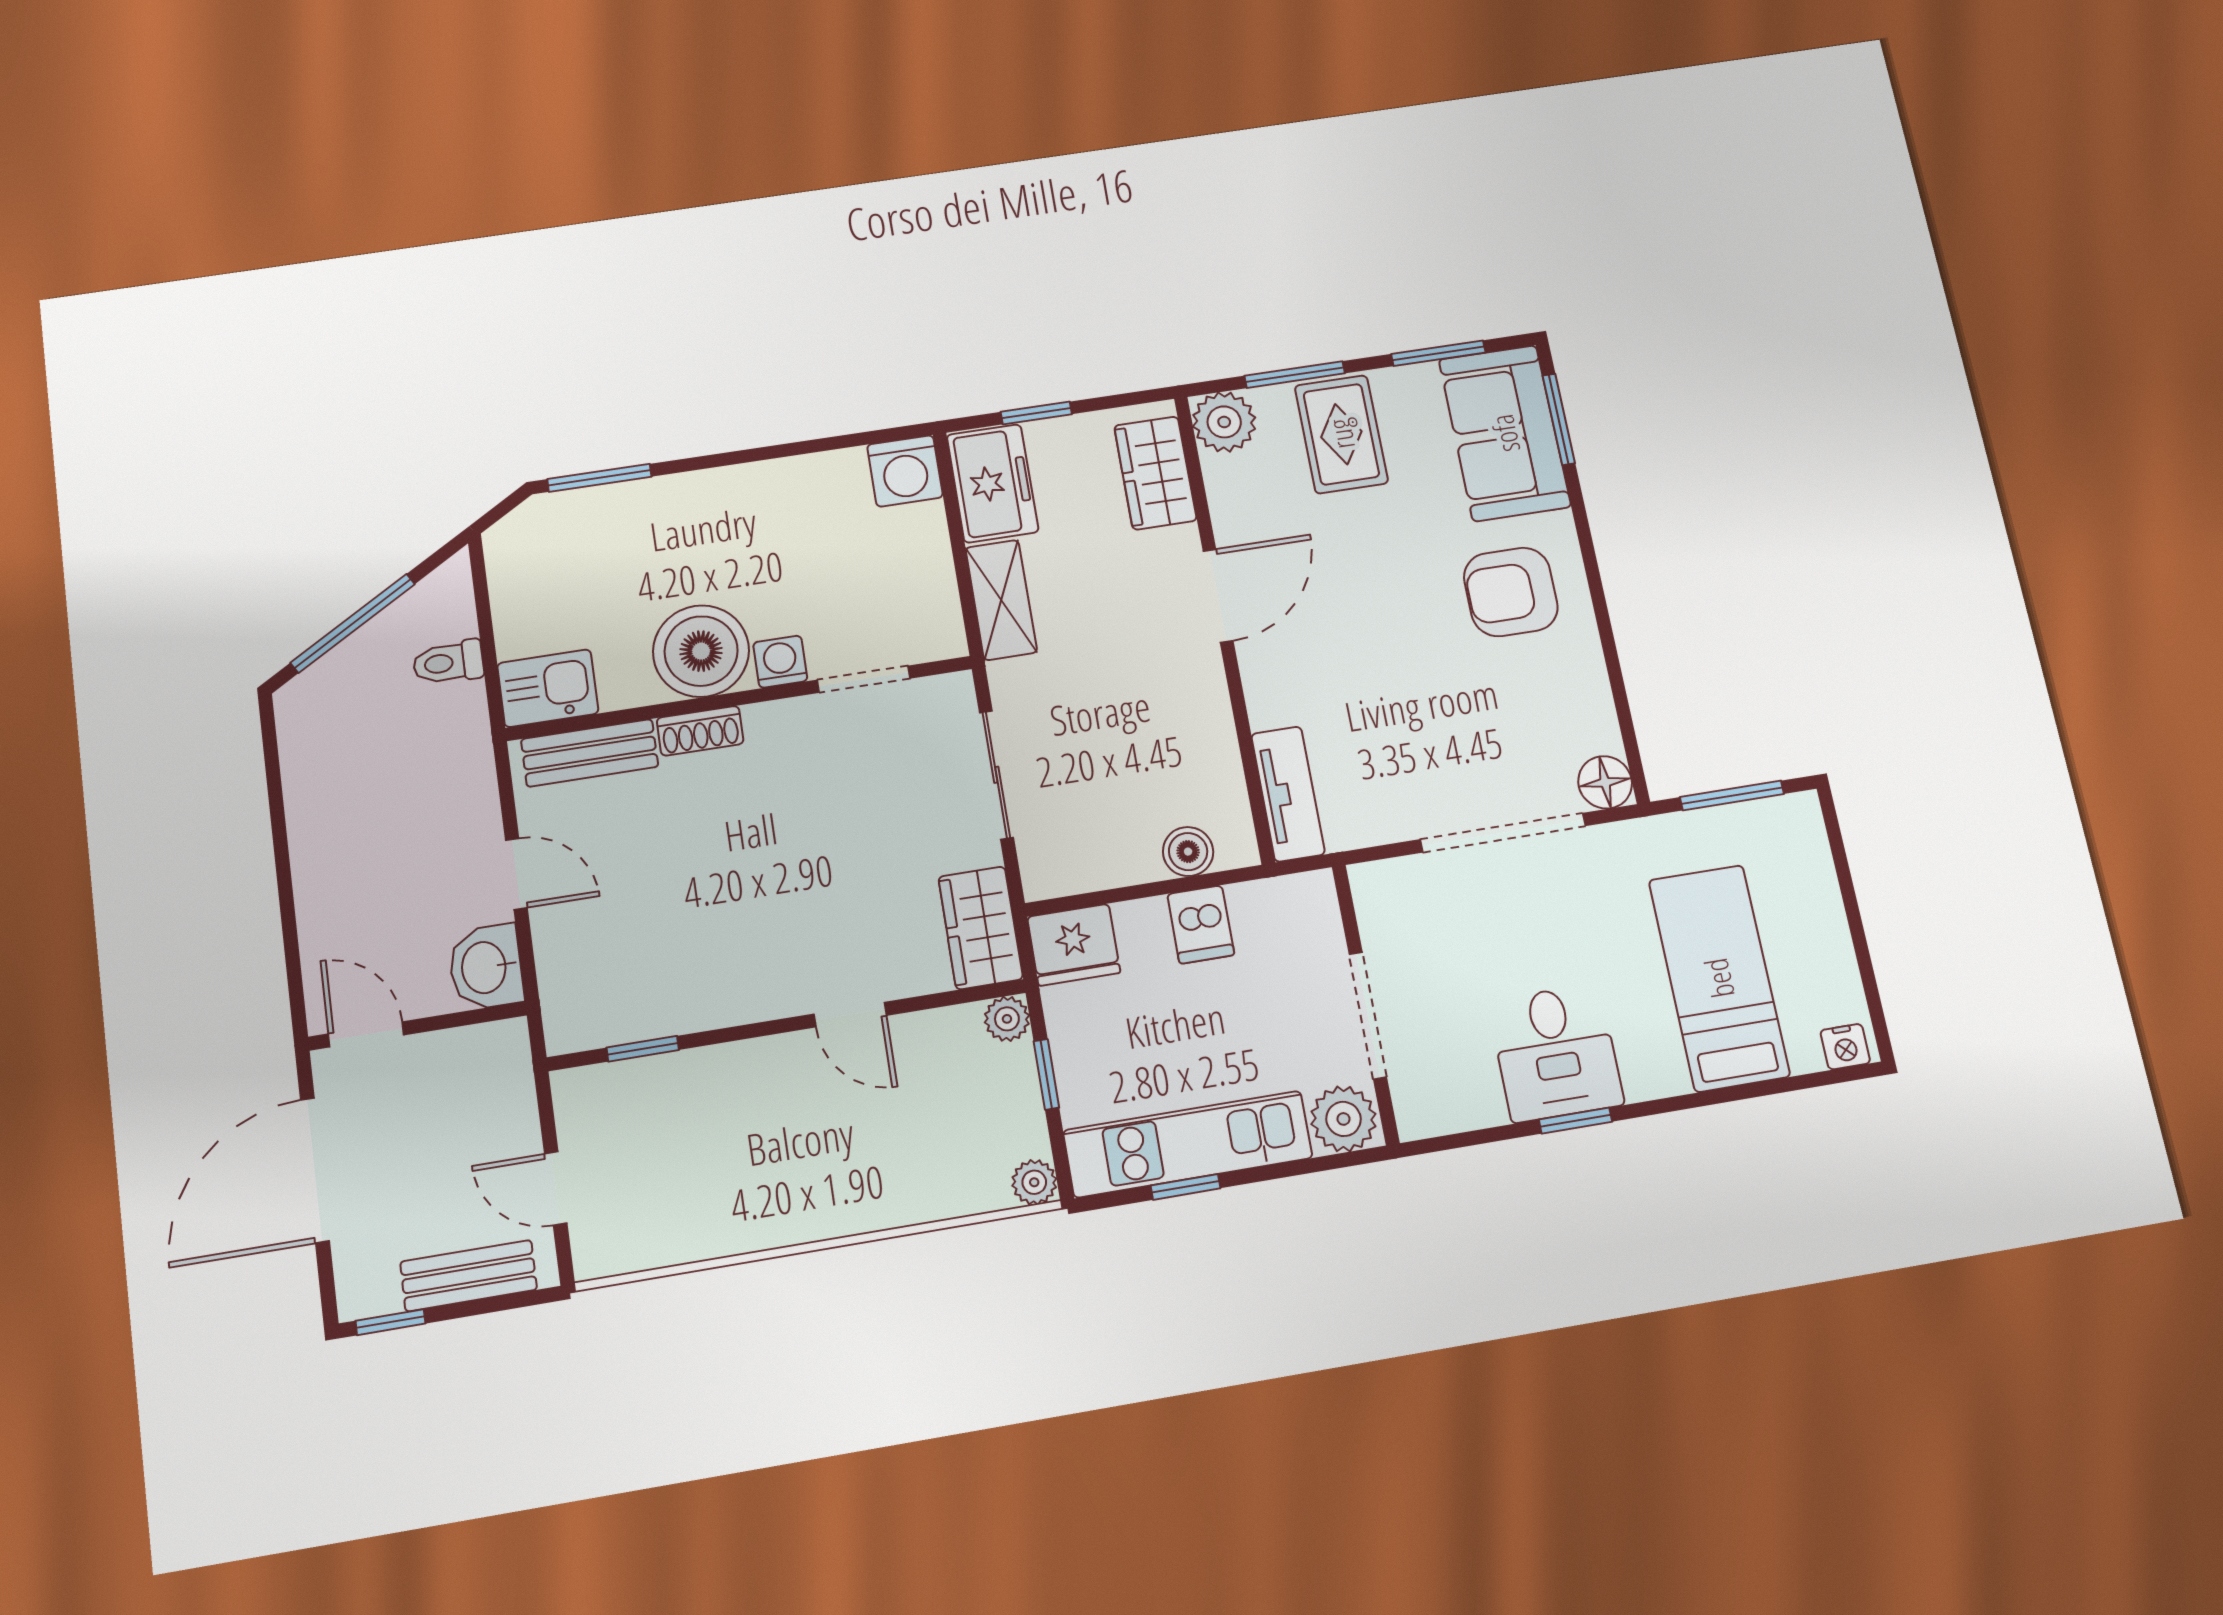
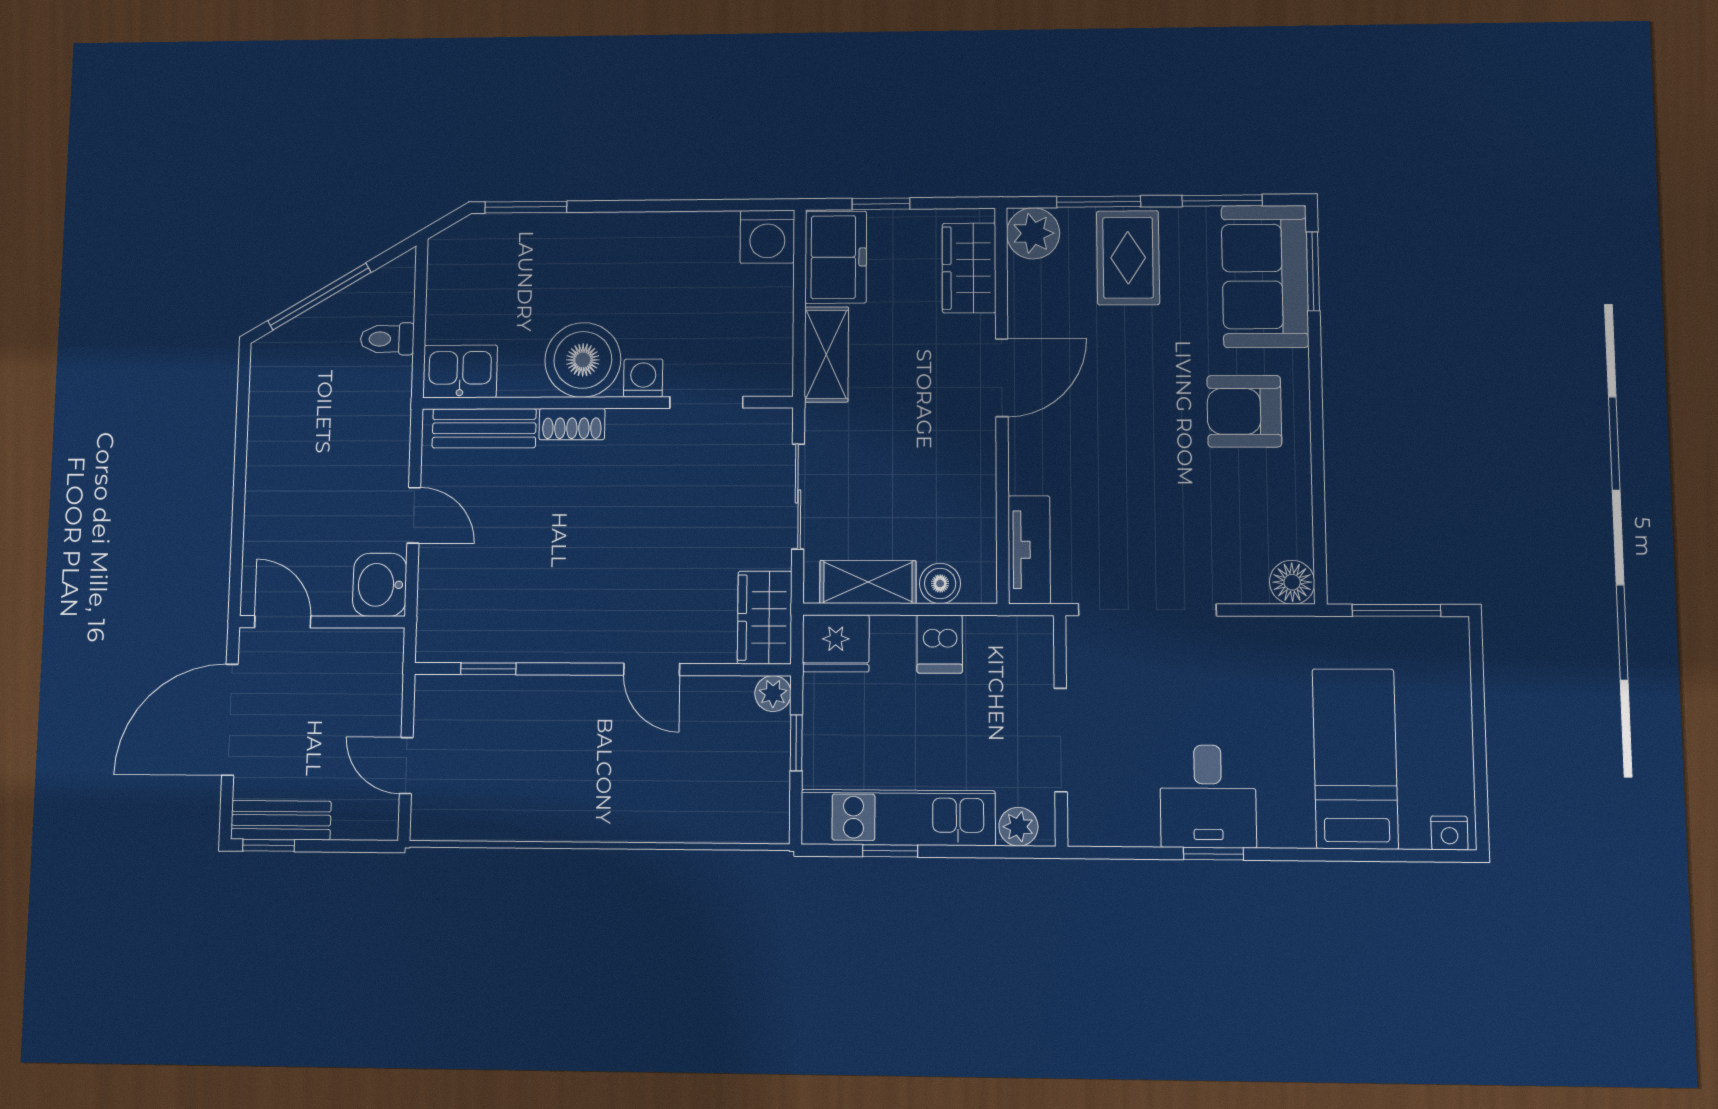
doorway: (1503, 833) -> (1147, 610), moved
shelving: (1100, 864) -> (868, 582), added
plant: (1344, 1119) -> (1018, 827), width x0.73, depth x0.73
plant: (1034, 1182) -> (772, 826), removed
bench: (469, 1276) -> (281, 820), moved

